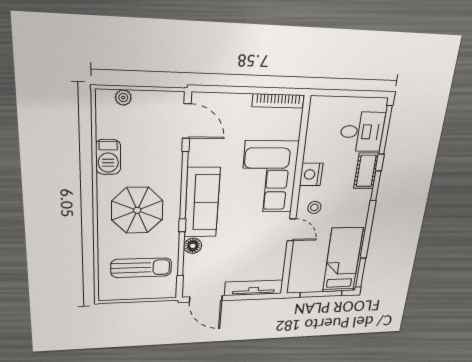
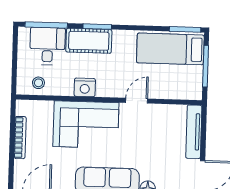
bookcase: (278, 101) -> (20, 138), moved
cot: (366, 171) -> (89, 41), width x1.37, depth x1.34
stool: (314, 207) -> (38, 83), moved

